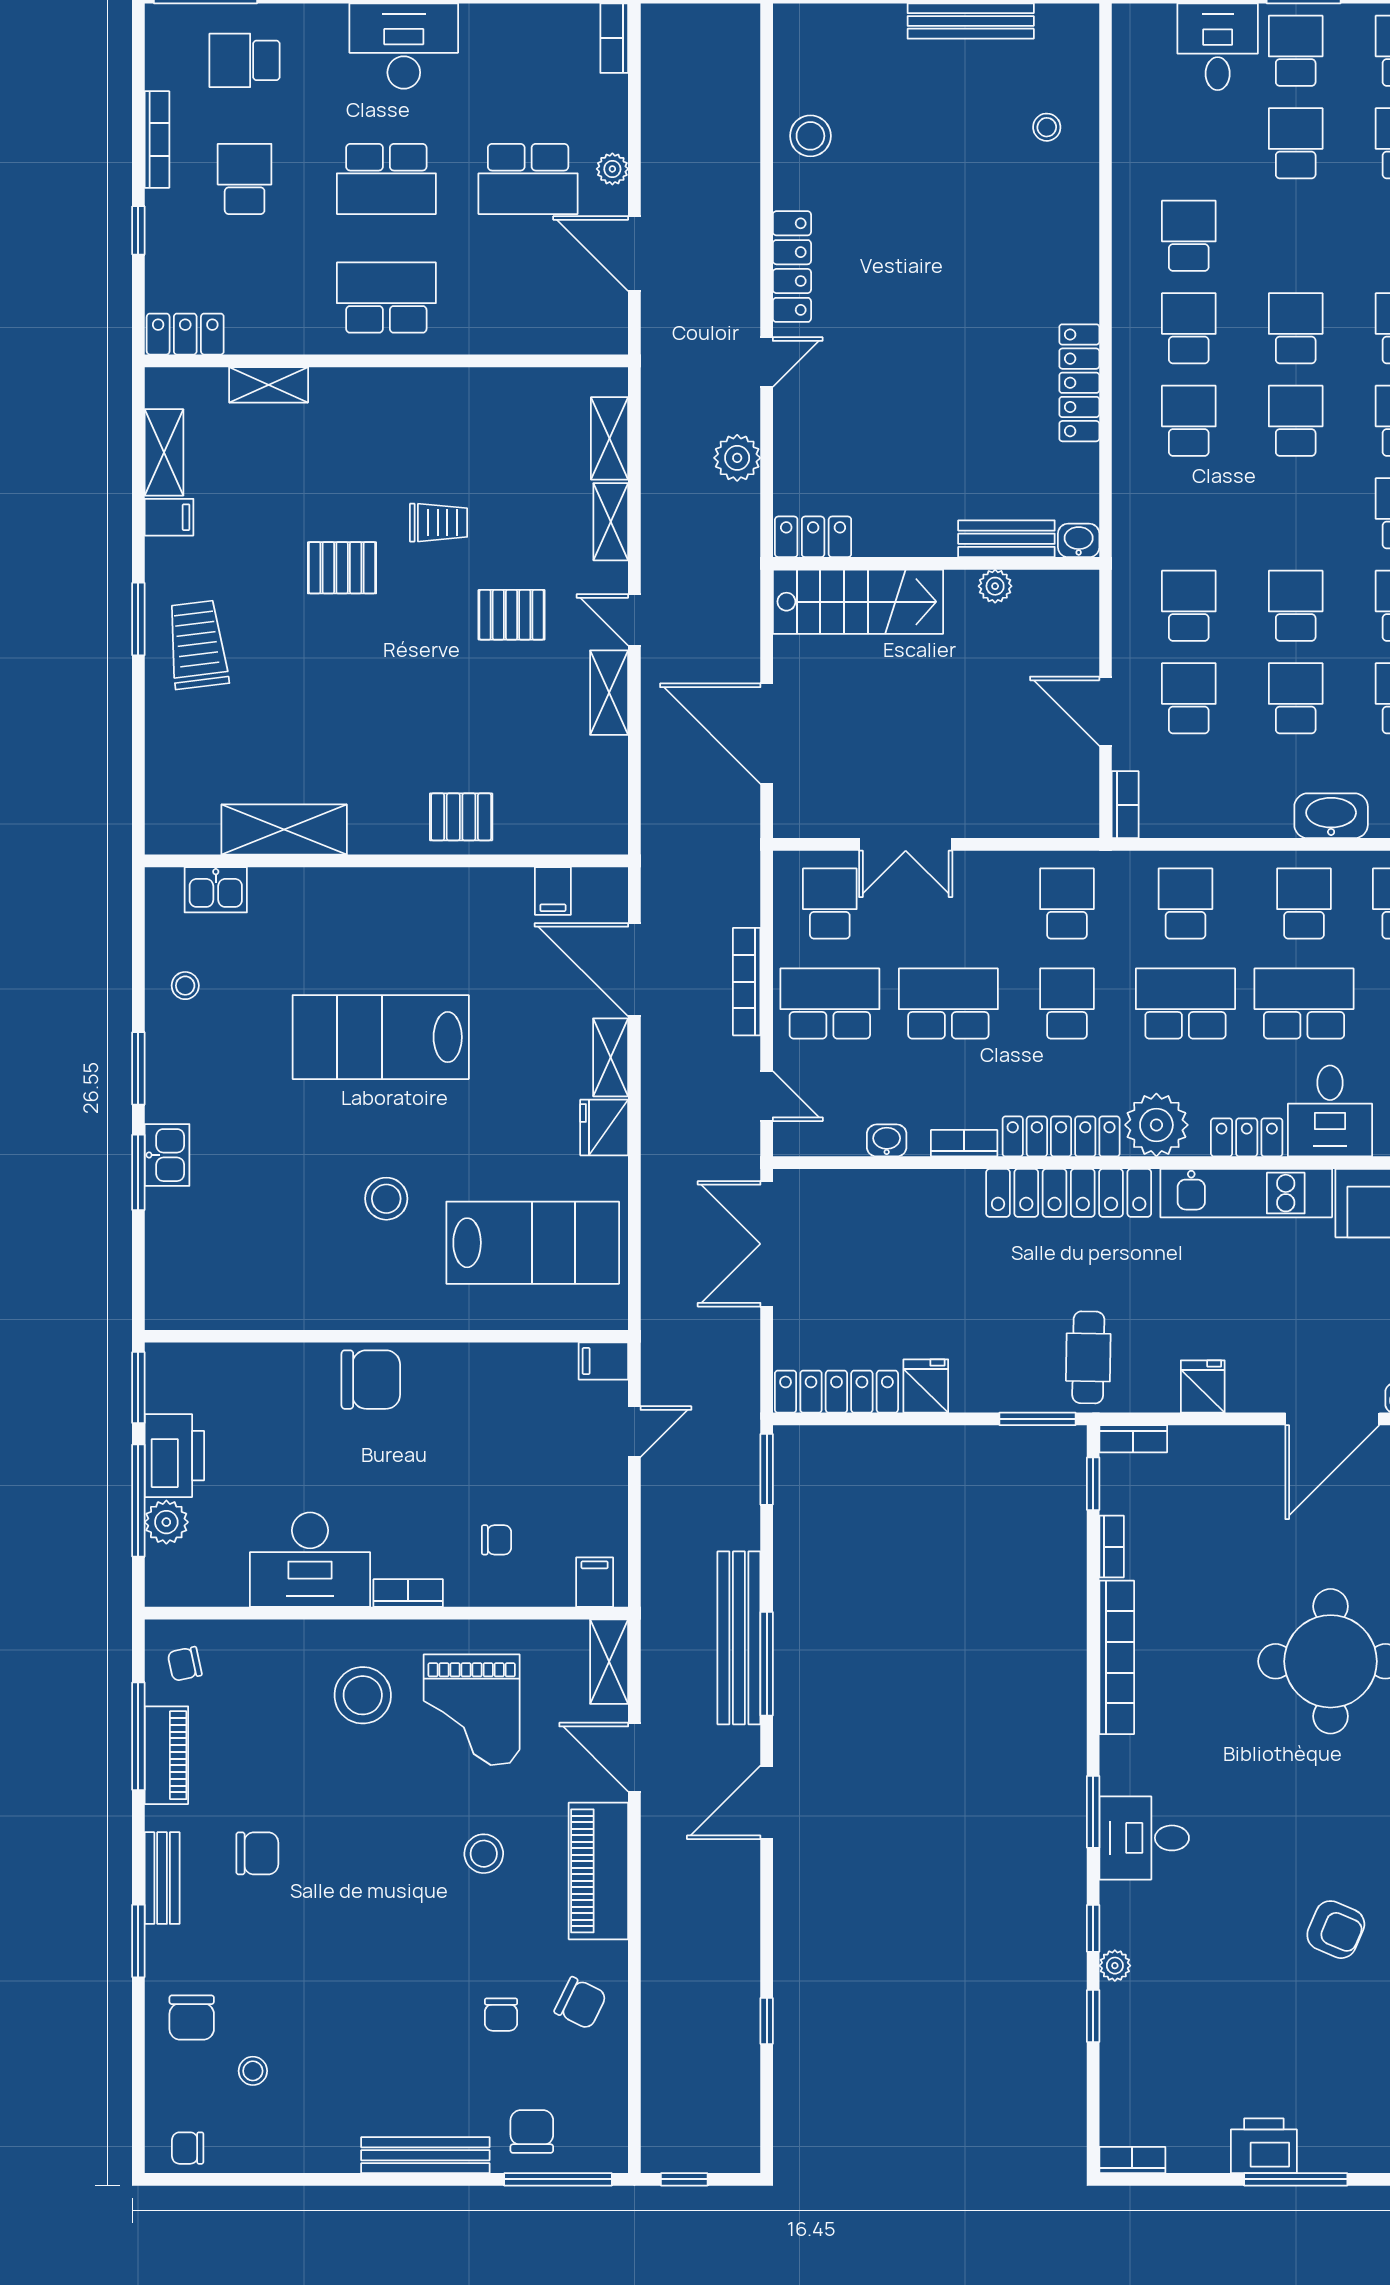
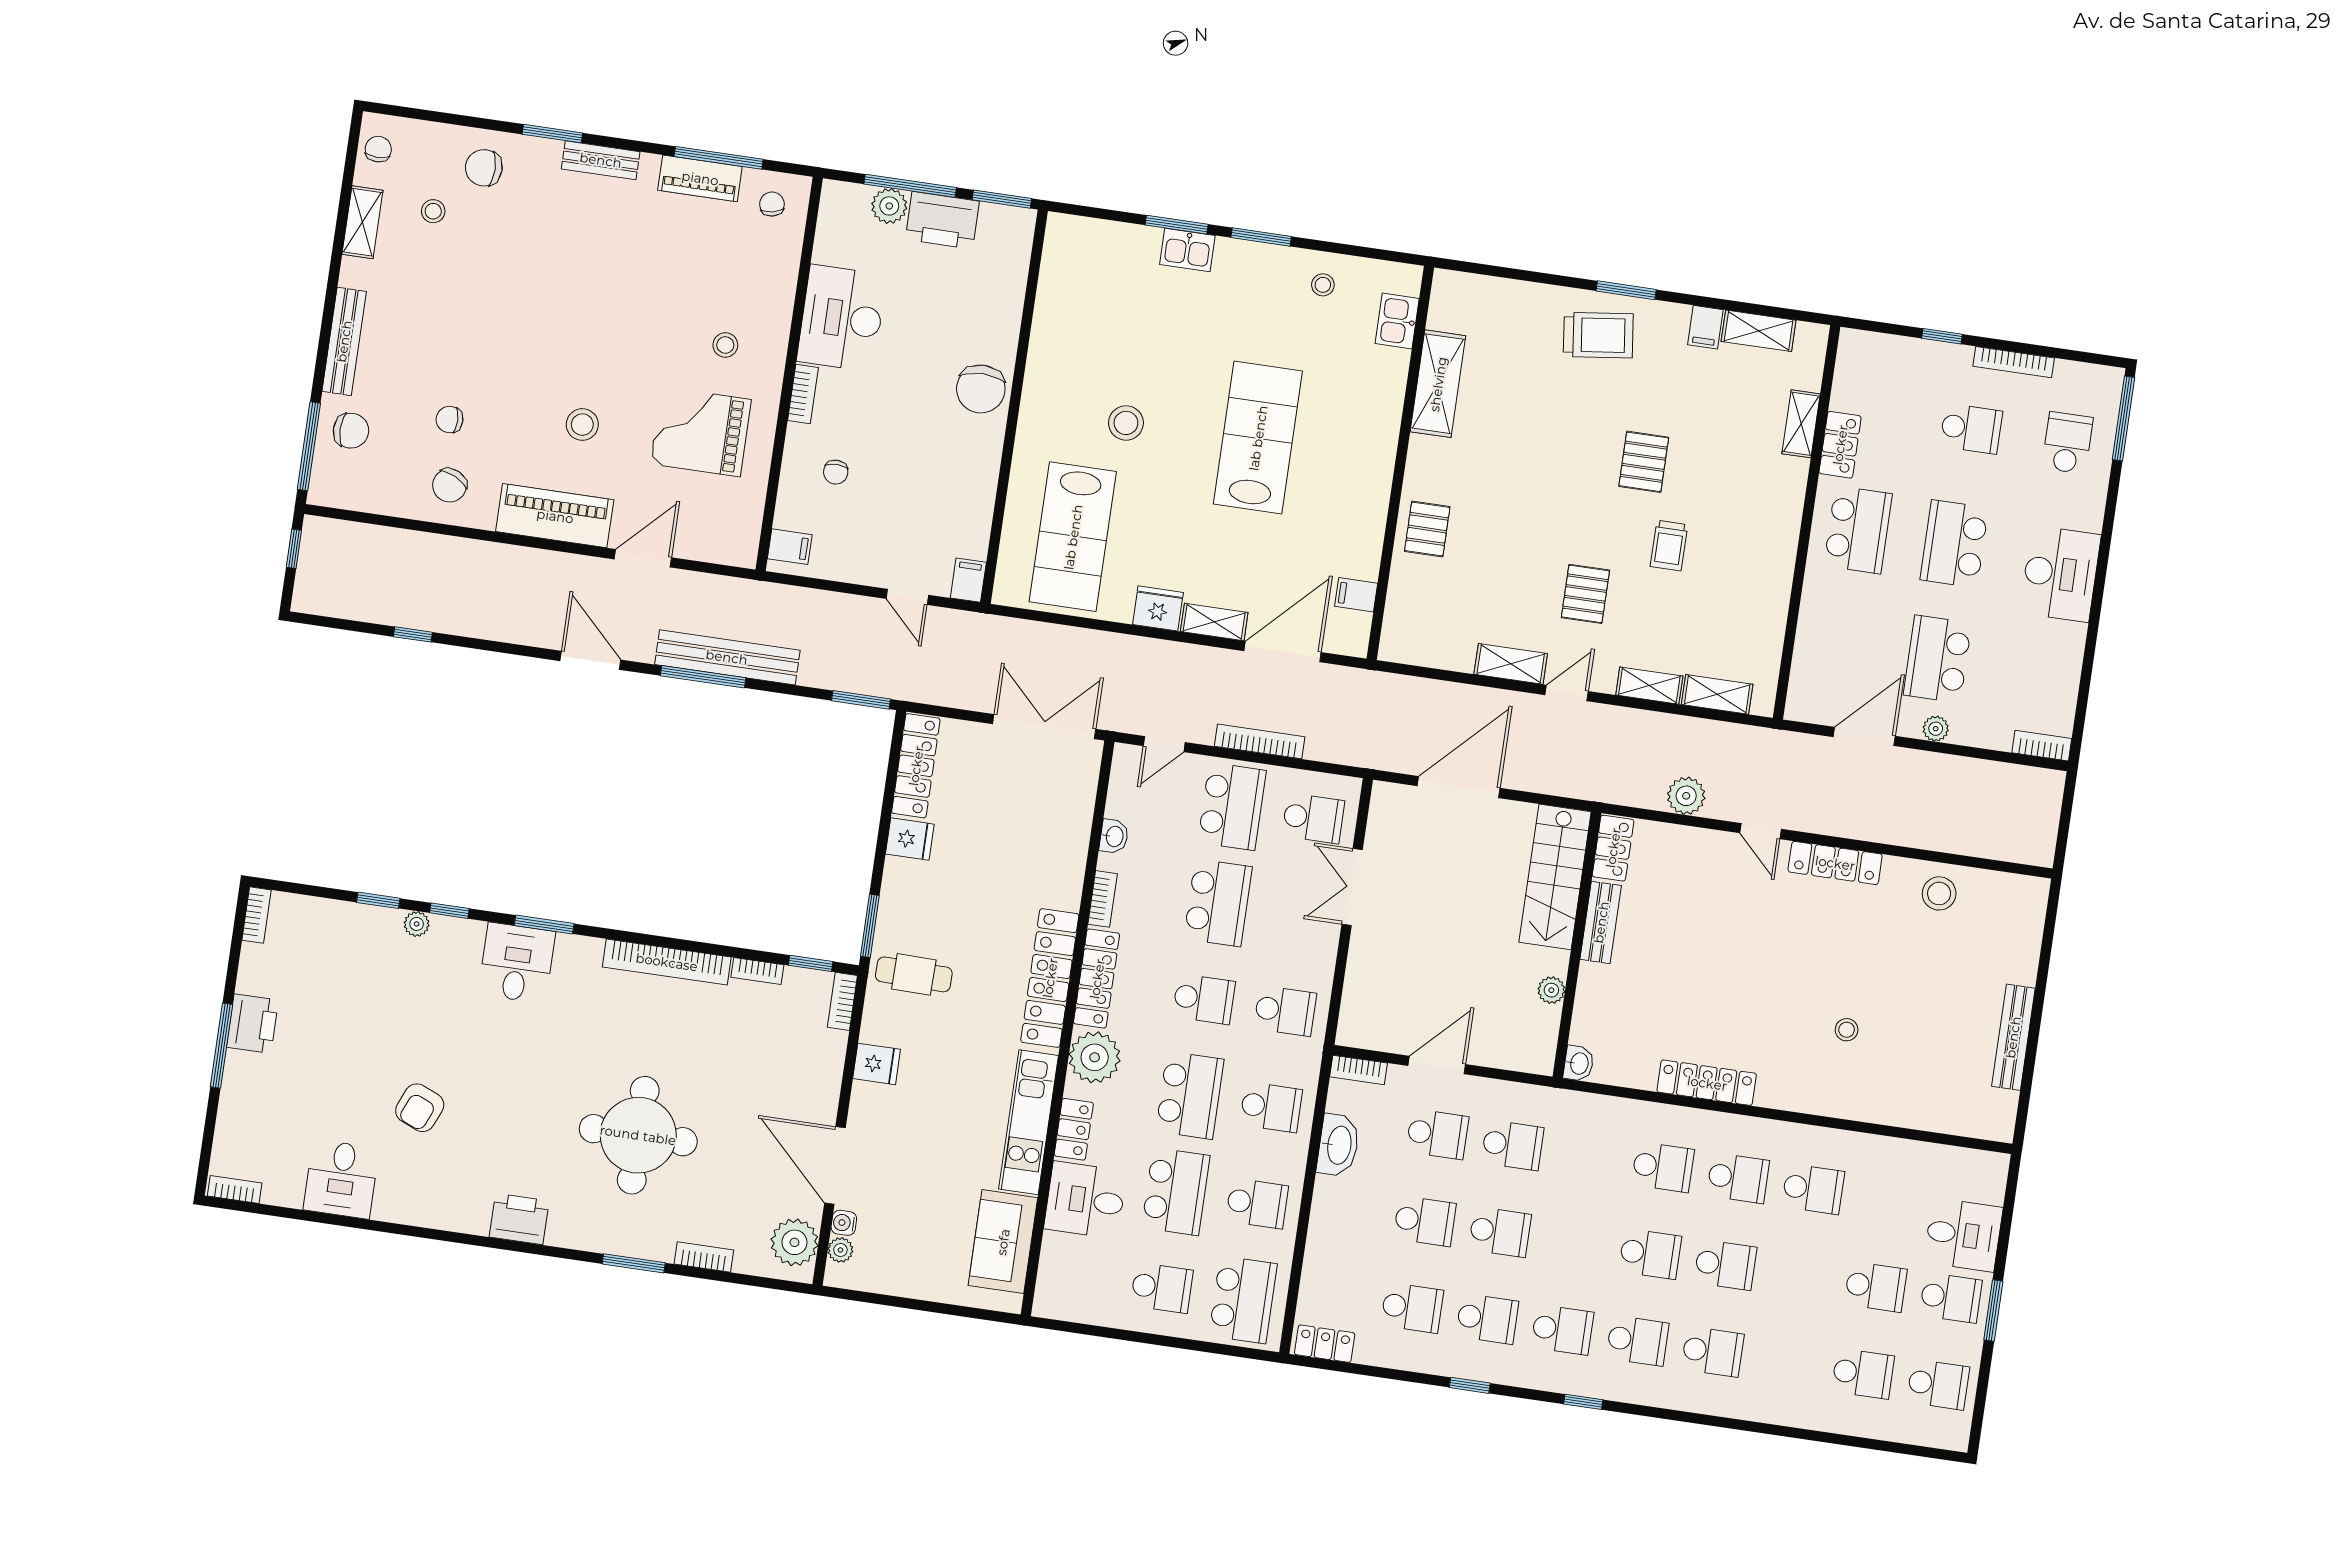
stool: (1047, 127) -> (1847, 1030), moved
locker: (185, 334) -> (1840, 445), moved
bench: (1006, 539) -> (1601, 922), moved
washbasin: (1331, 816) -> (1338, 1145), moved
shelving: (609, 1662) -> (362, 222), moved, turned 90
stool: (363, 1695) -> (725, 345), width x0.53, depth x0.53
chair: (257, 1853) -> (609, 241), removed

